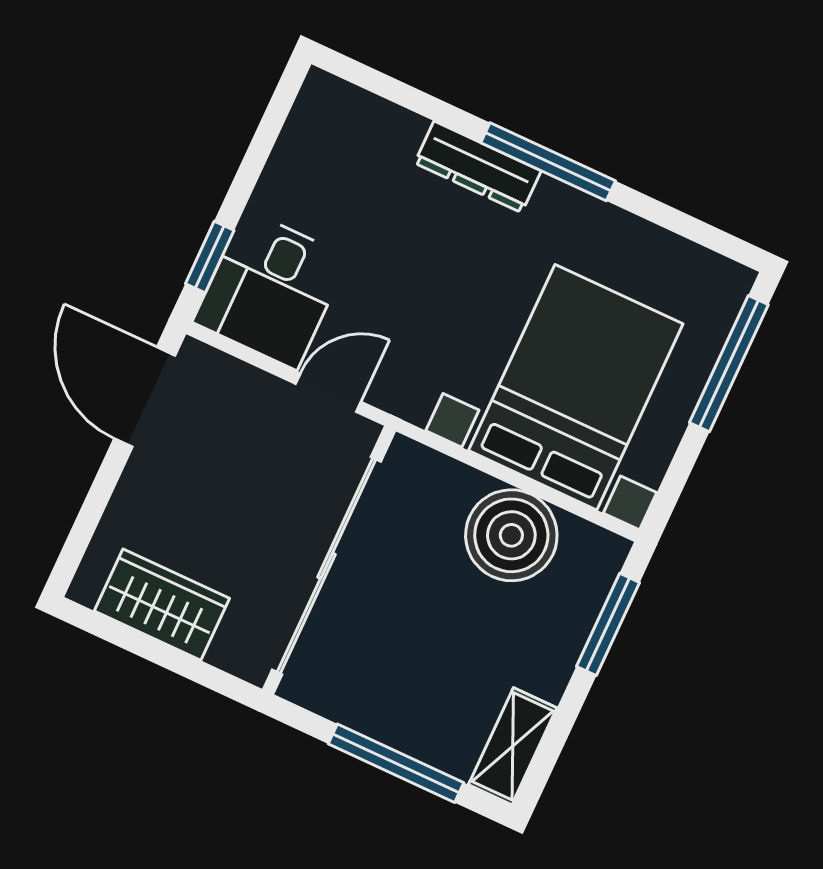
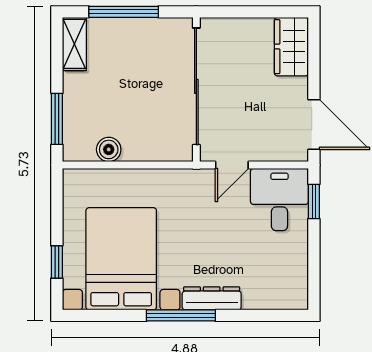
window: (729, 364) -> (57, 262), width x0.46
bed with nightstands: (576, 387) -> (121, 259), moved, turned 180
boiler: (511, 535) -> (109, 149), width x0.54, depth x0.54
wardrobe: (162, 605) -> (291, 47), moved, turned 90

